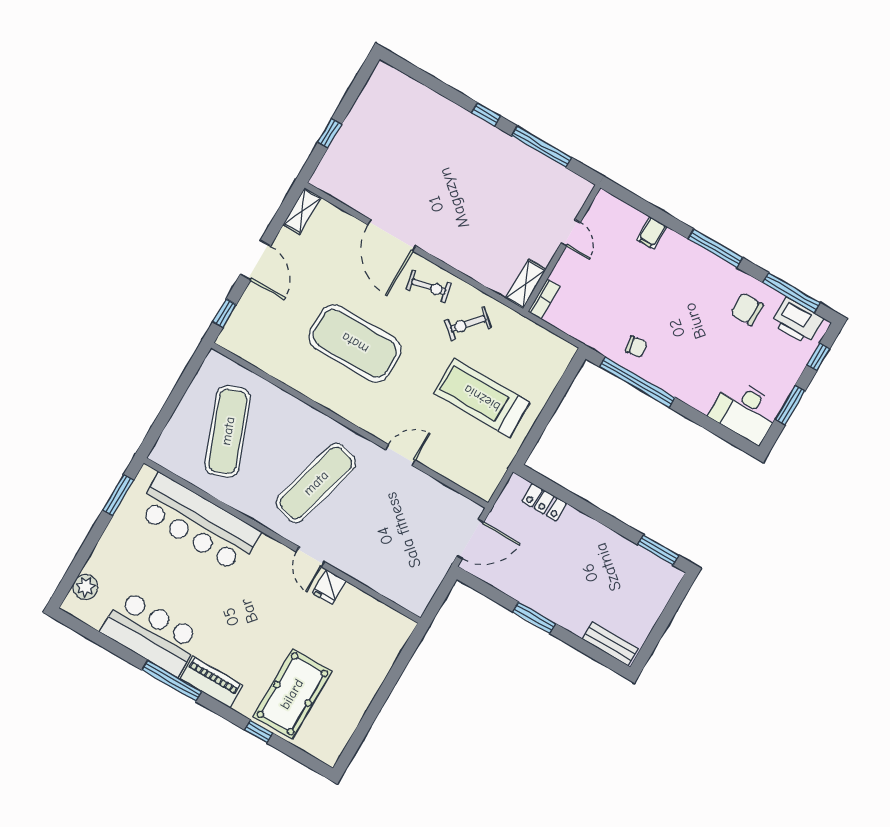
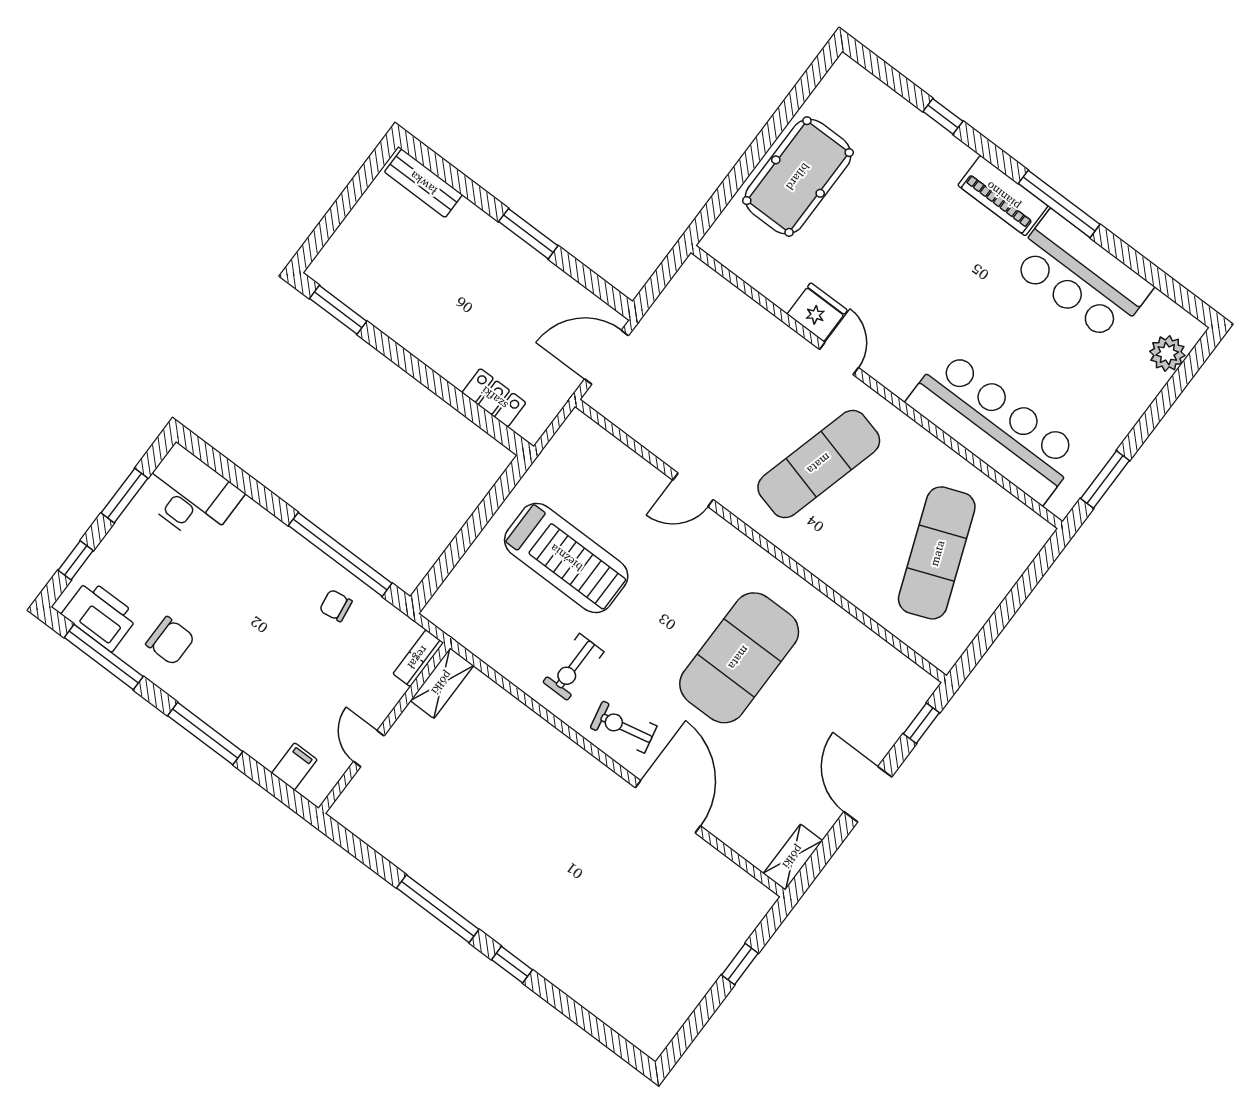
door: (571, 233) -> (369, 749), moved
wall: (562, 248) -> (384, 728), moved
shelving: (526, 284) -> (442, 683), moved
bookcase: (544, 299) -> (418, 658), moved
exercise bike: (468, 324) -> (573, 667), turned 139
exercise mat: (355, 343) -> (739, 658), turned 90
fridge: (329, 587) -> (817, 312), width x1.38
pool table: (292, 694) -> (798, 177), moved

